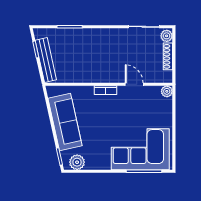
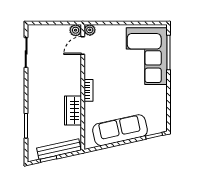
plant: (167, 36) -> (76, 30), moved
shoe rack: (168, 56) -> (55, 29), removed
wardrobe: (85, 74) -> (73, 110), added
door: (134, 84) -> (83, 46), moved
plant: (77, 162) -> (160, 118), removed

